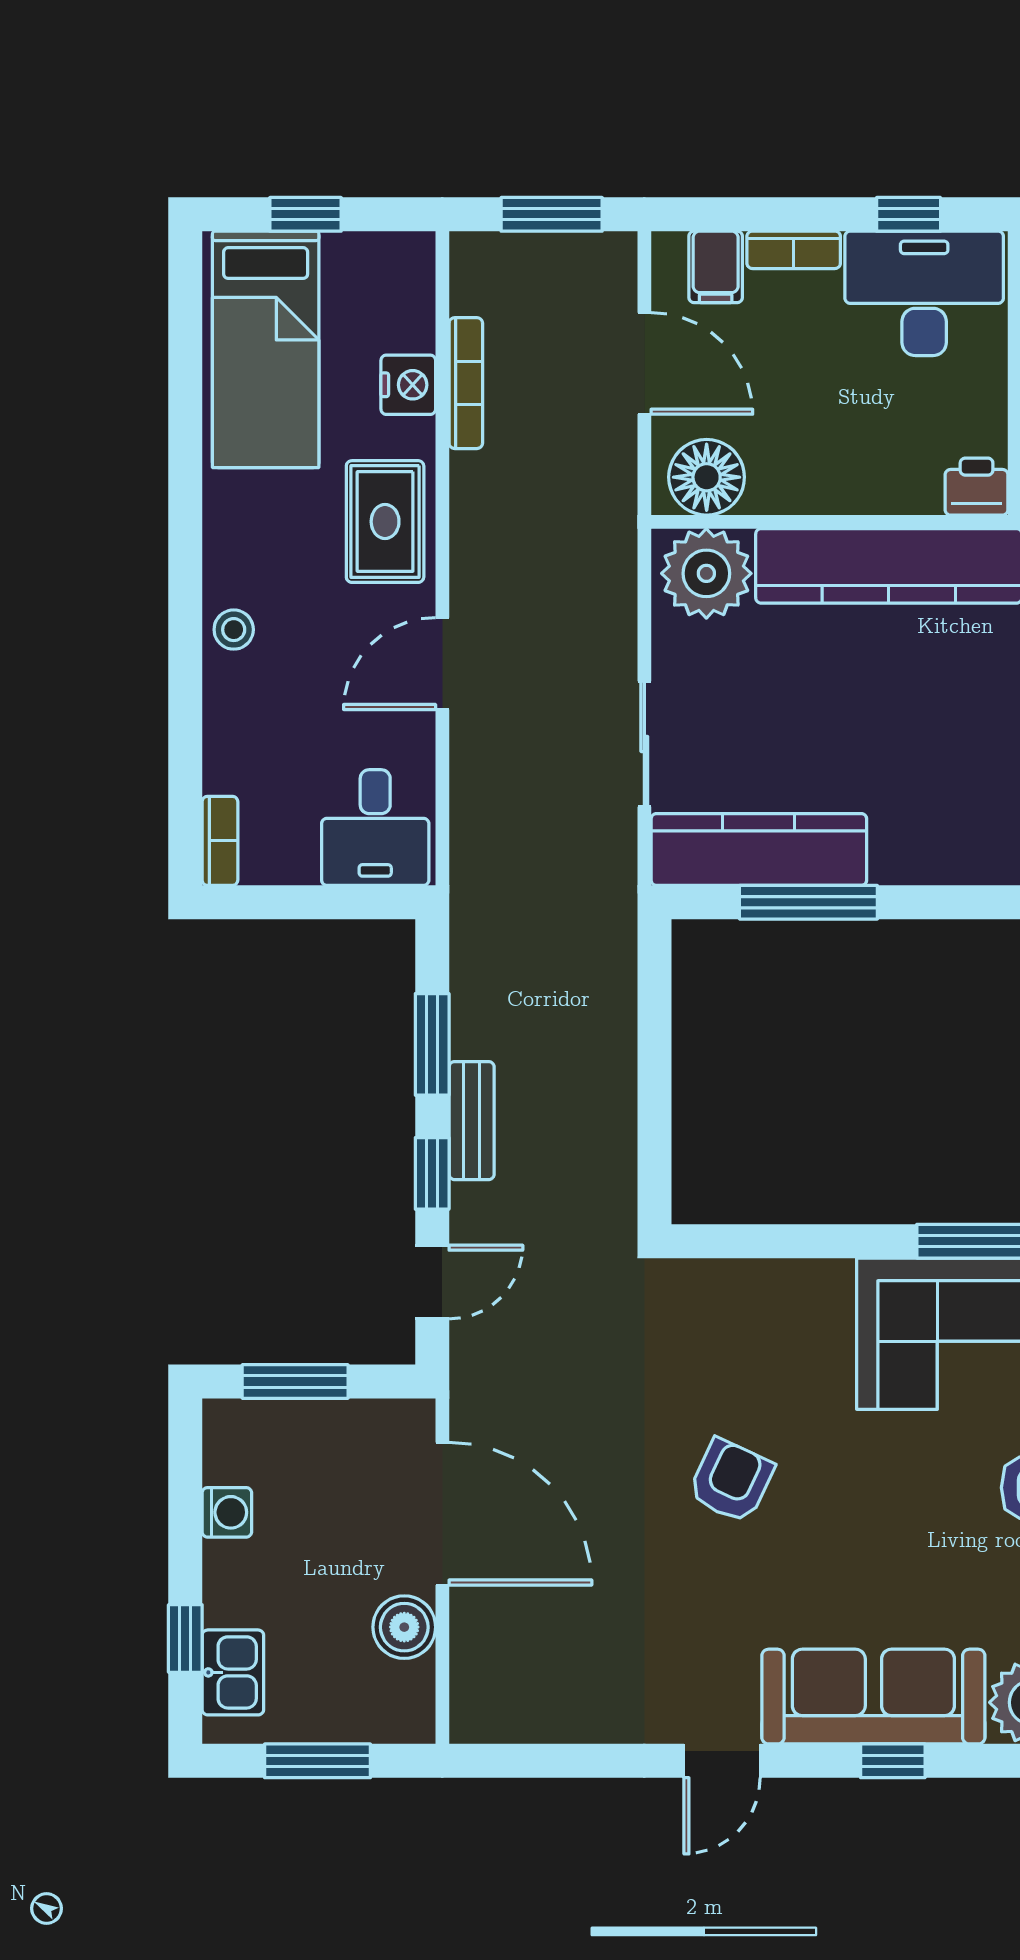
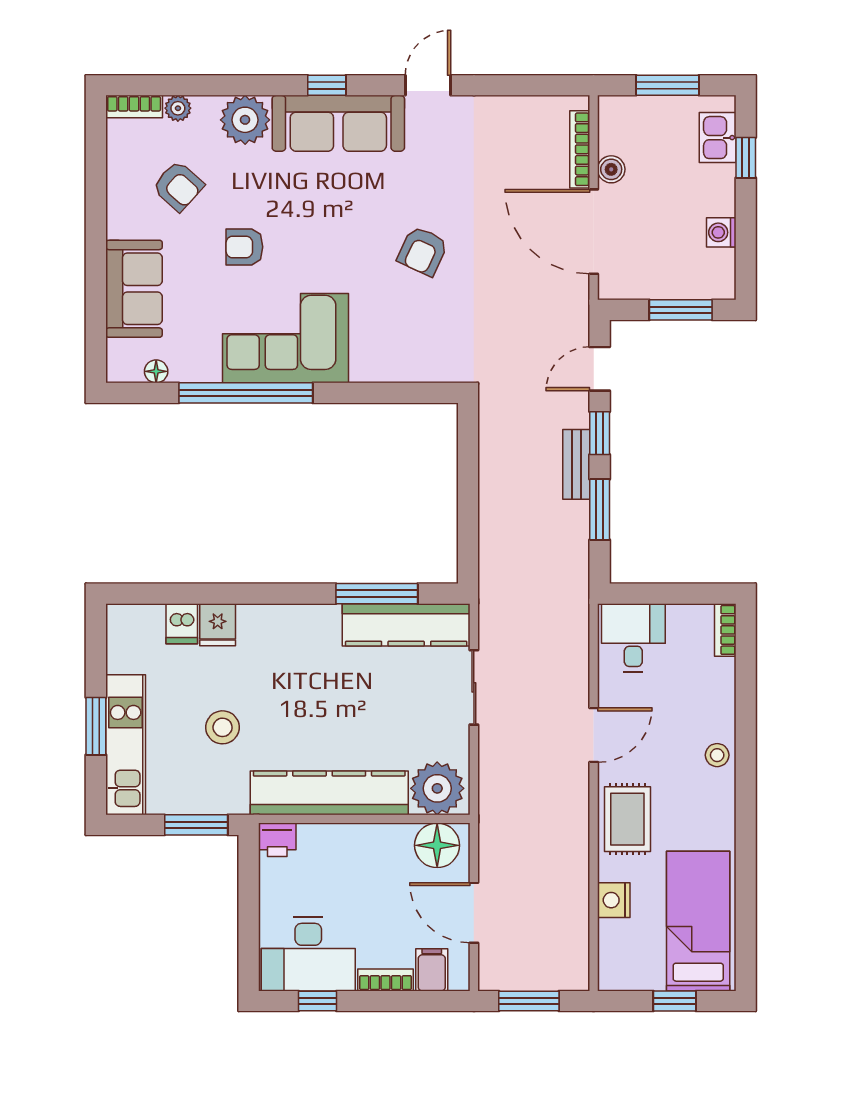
bookcase: (466, 383) -> (580, 149), moved
boiler: (404, 1627) -> (611, 169), width x0.73, depth x0.73

